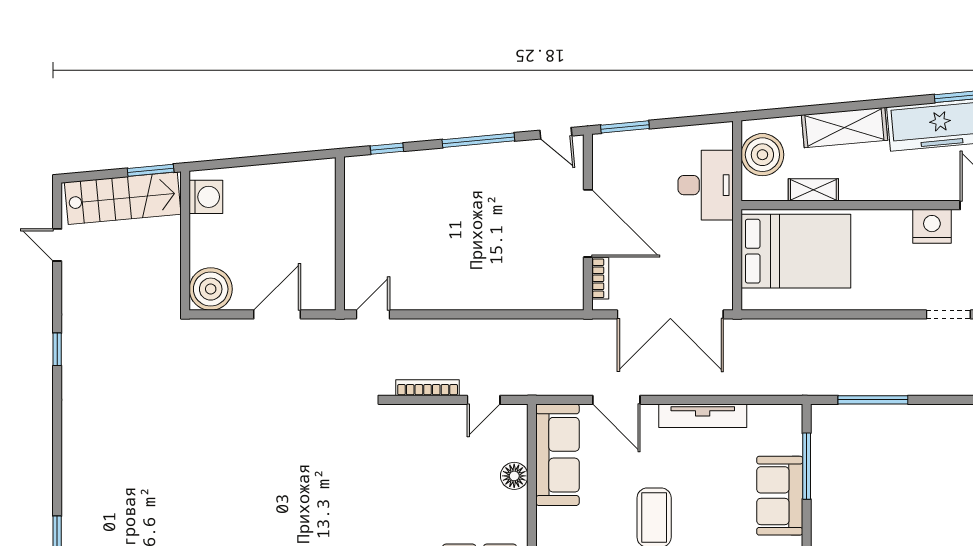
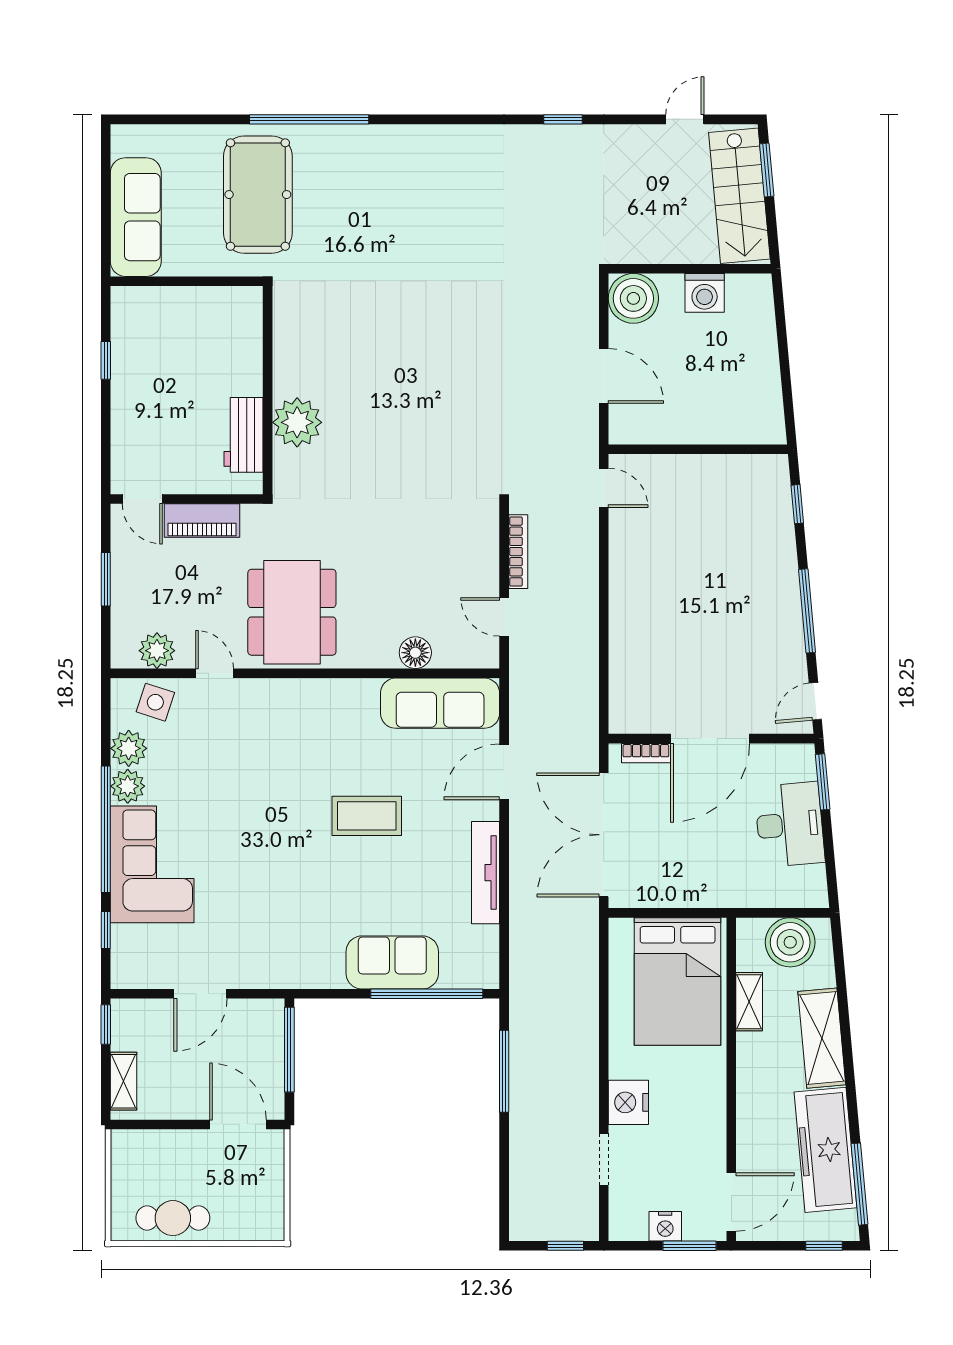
window: (151, 170) -> (767, 170), moved
desk: (706, 185) -> (790, 825), moved, turned -95
washing machine: (206, 197) -> (705, 293), moved
nightstand: (932, 226) -> (628, 1102), moved, turned 180
window: (807, 466) -> (427, 994), width x1.46

